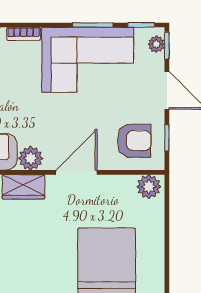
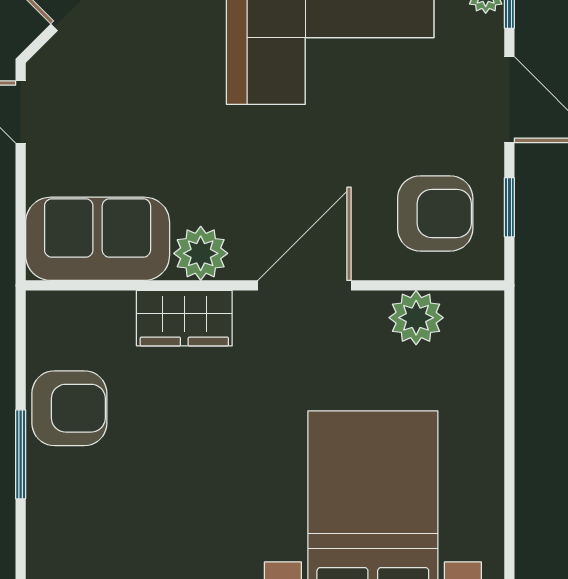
plant: (149, 187) -> (416, 318), moved

